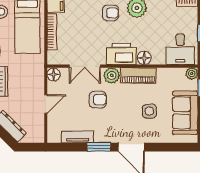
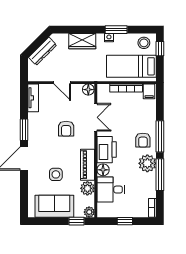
desk: (180, 49) -> (111, 190), moved
double door: (85, 66) -> (96, 117), swing flipped
plant: (112, 75) -> (87, 188), moved
tv unit: (78, 137) -> (33, 98), moved

